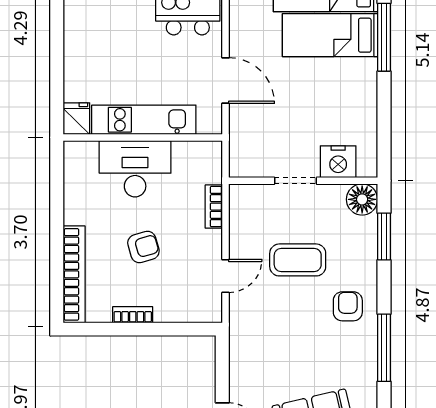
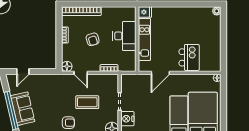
coffee table: (298, 260) -> (87, 102), turned 90
floor lamp: (210, 310) -> (67, 66), added

